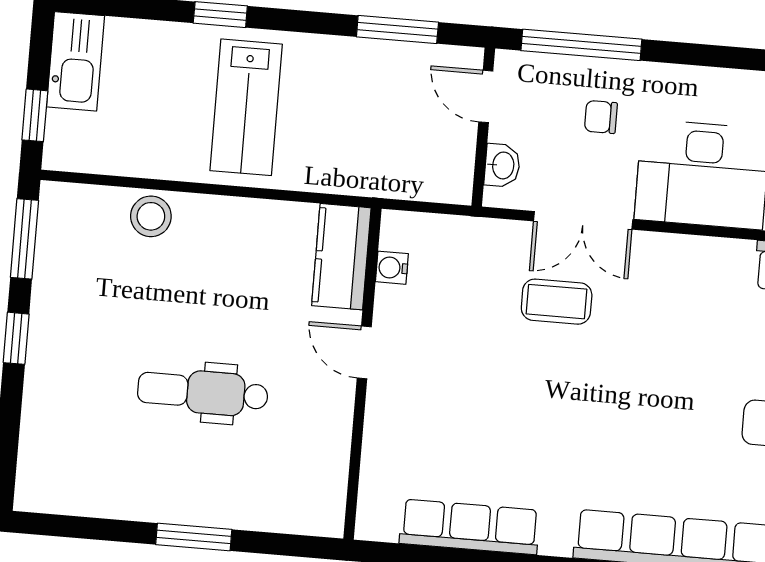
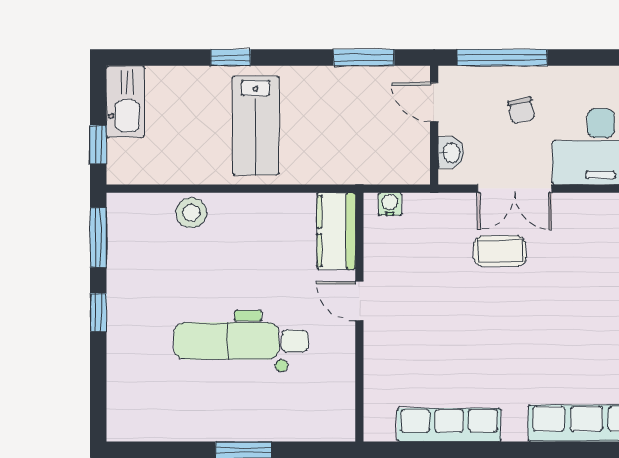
chair: (601, 117) -> (521, 110), turned -102
water cooler: (392, 268) -> (390, 204), moved, turned 90
dental chair: (203, 392) -> (241, 341), width x1.36, depth x1.38

